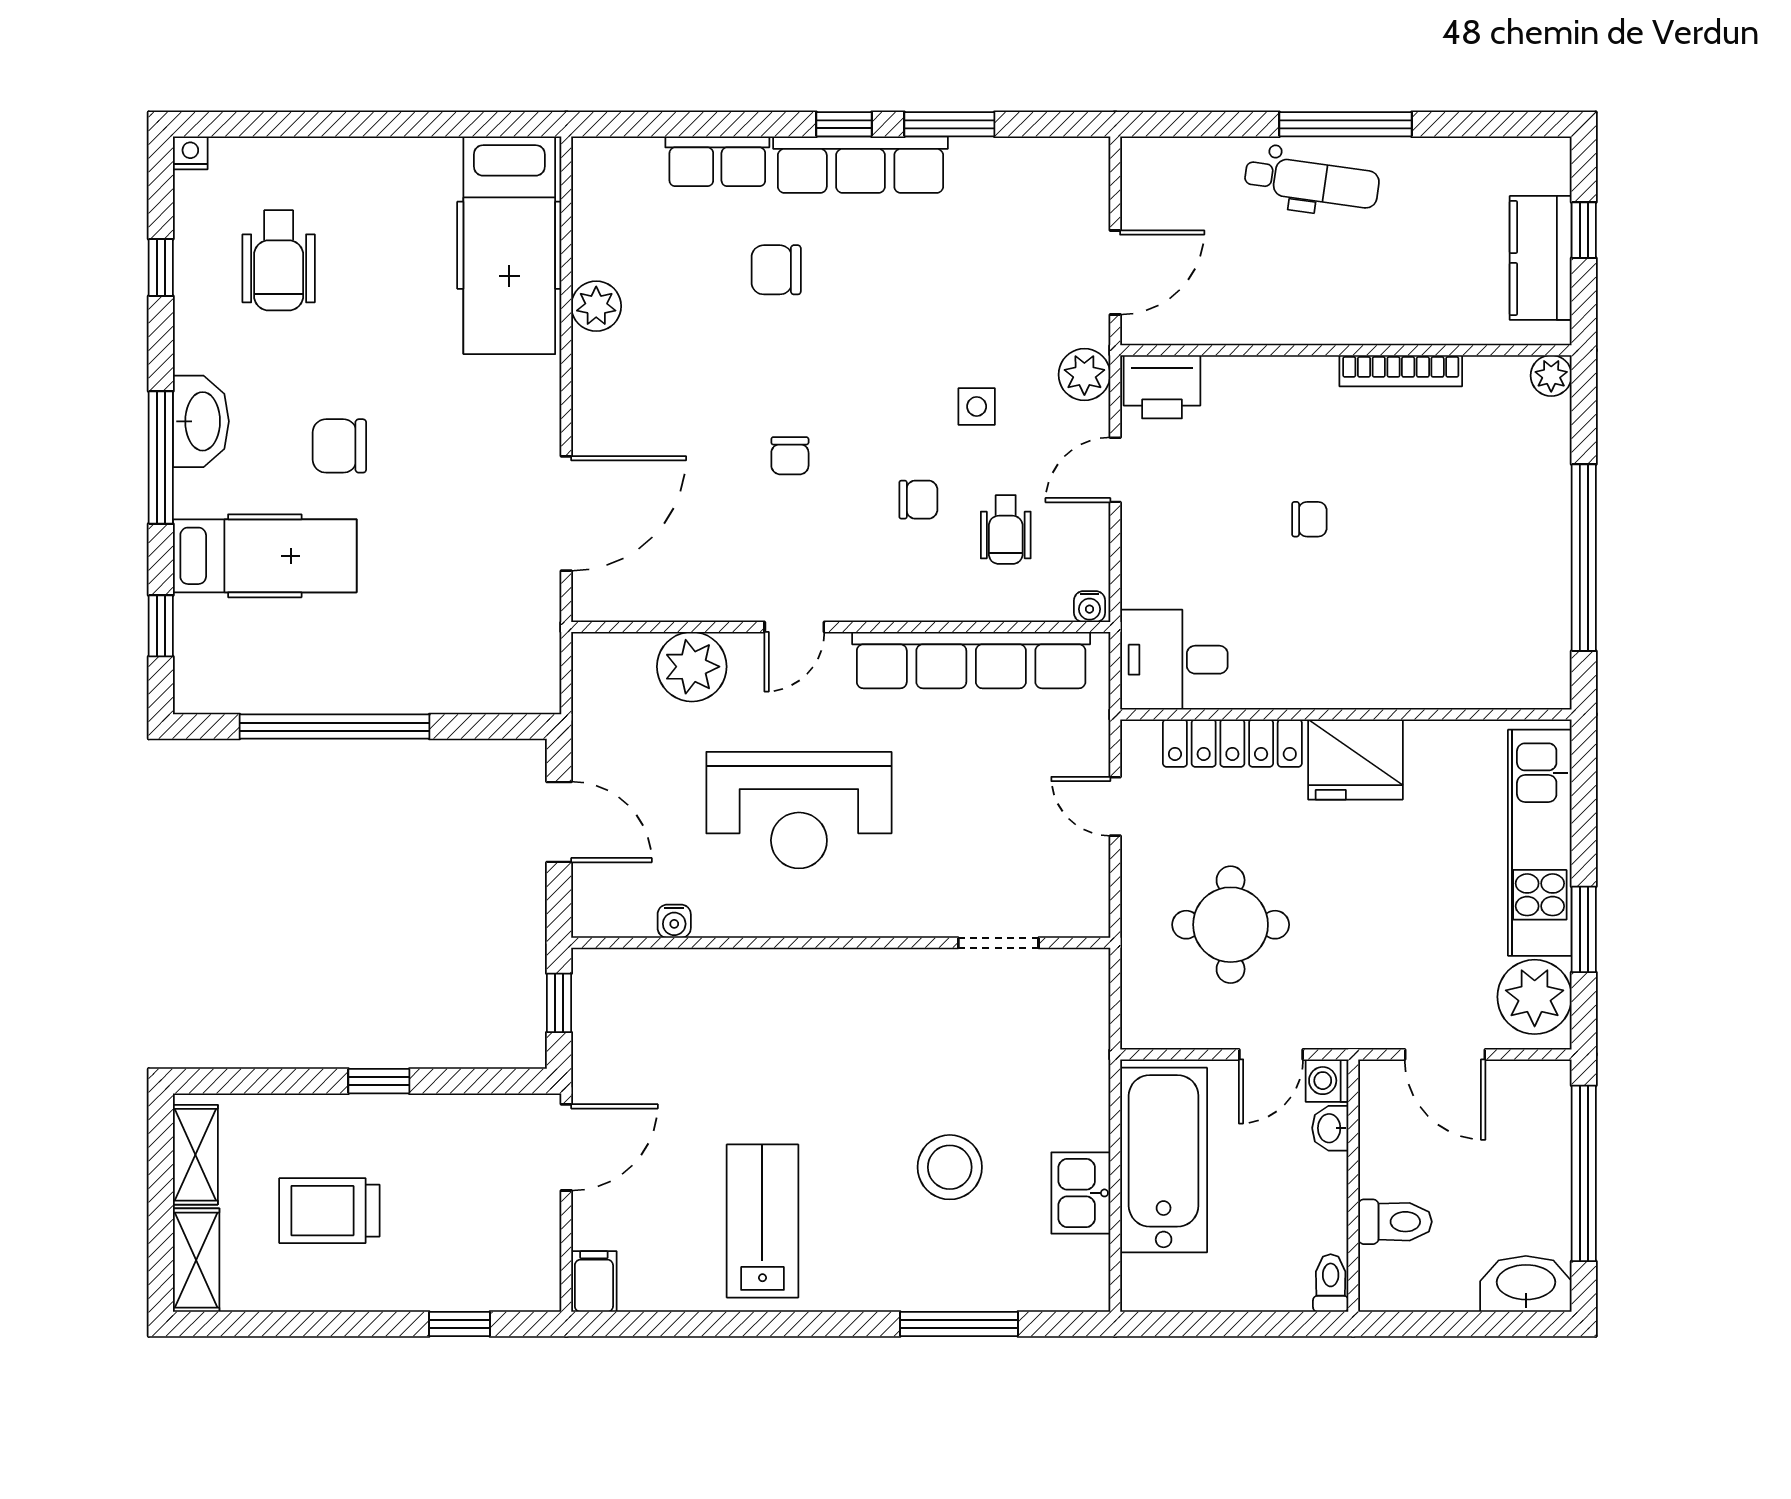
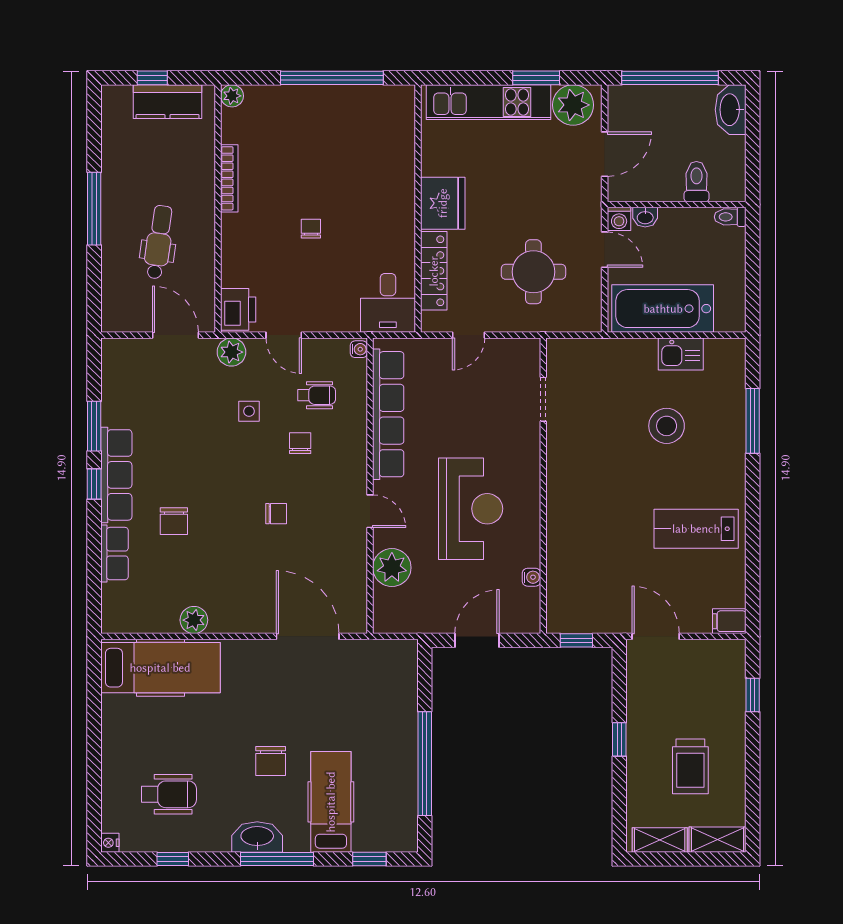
dental chair: (1312, 182) -> (159, 242), moved

